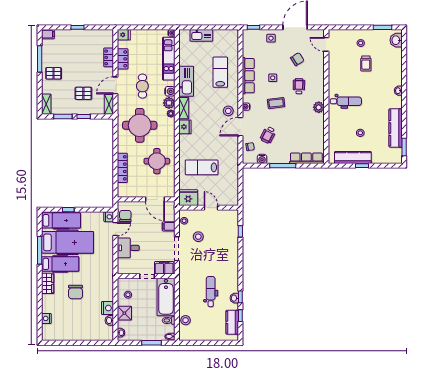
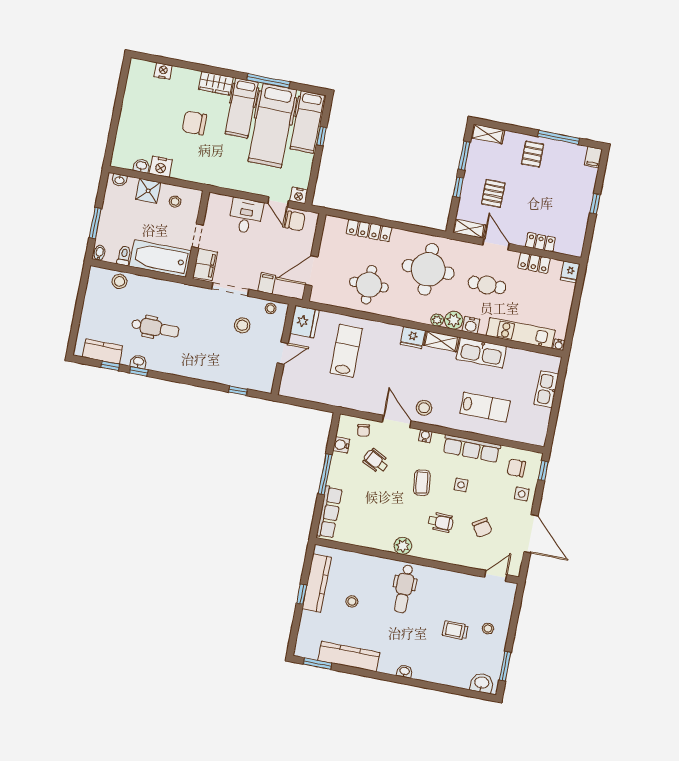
chair: (255, 45) -> (516, 468), added

